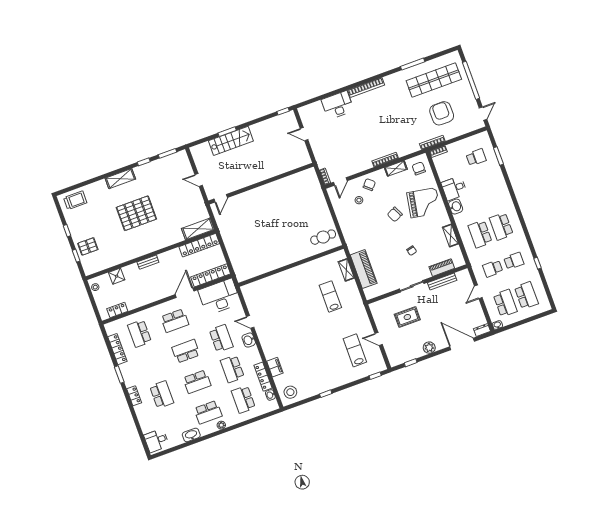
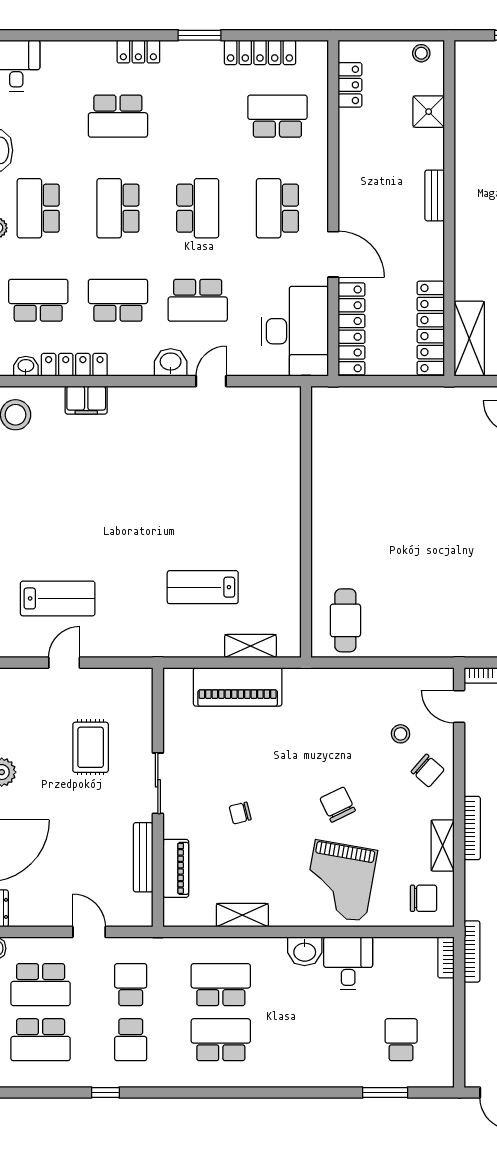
school desk: (476, 157) -> (401, 1040), turned 180
lab bench: (330, 296) -> (203, 587), turned 180

